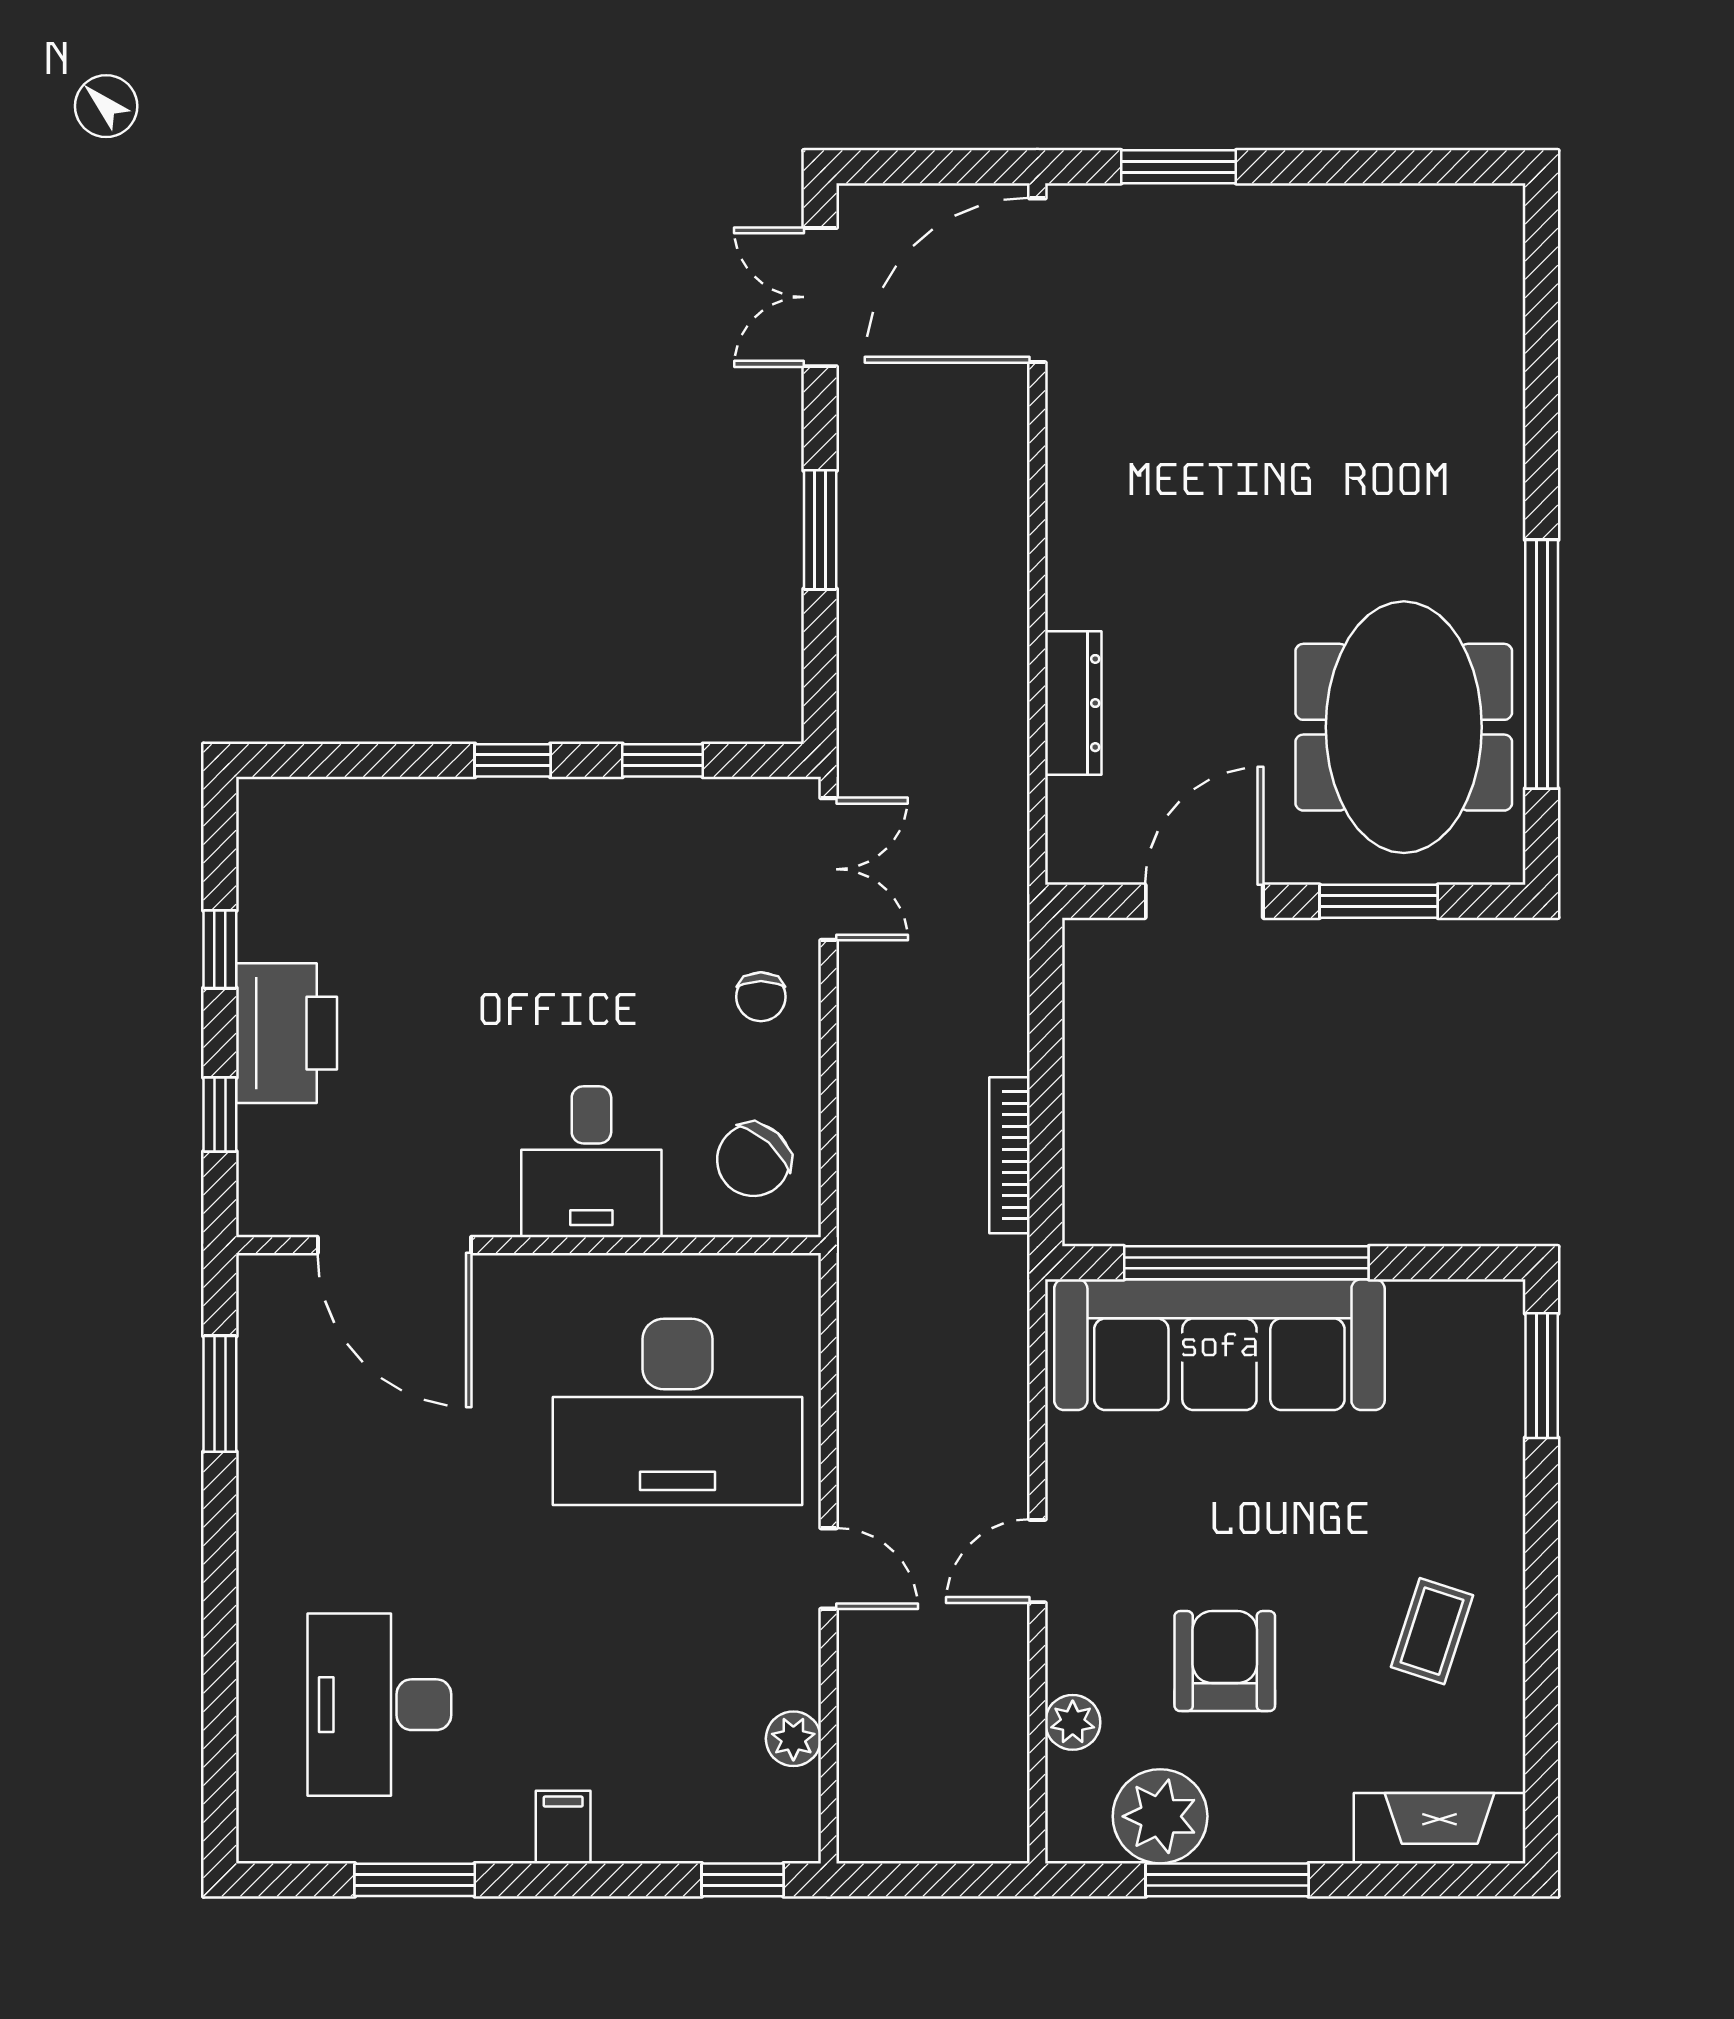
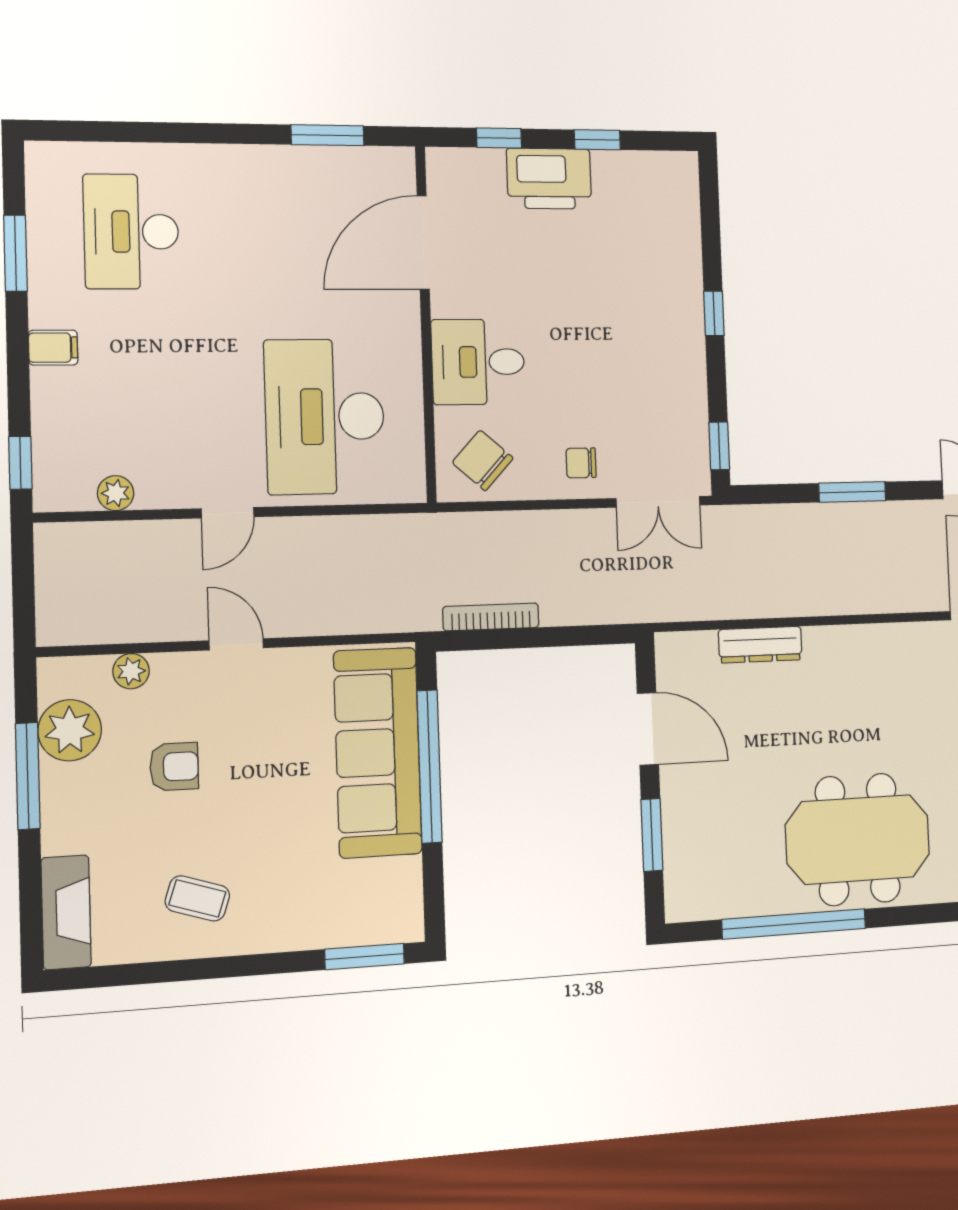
meeting table: (1404, 727) -> (858, 839), moved
window: (663, 760) -> (719, 446), moved
armchair: (1225, 1661) -> (174, 767), width x0.72, depth x0.72
desk: (379, 1705) -> (131, 232), turned -90

